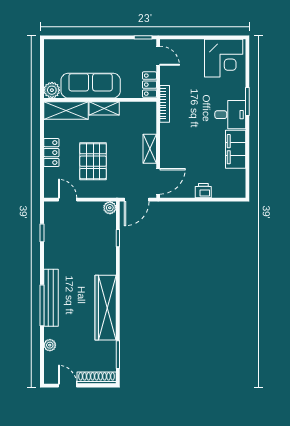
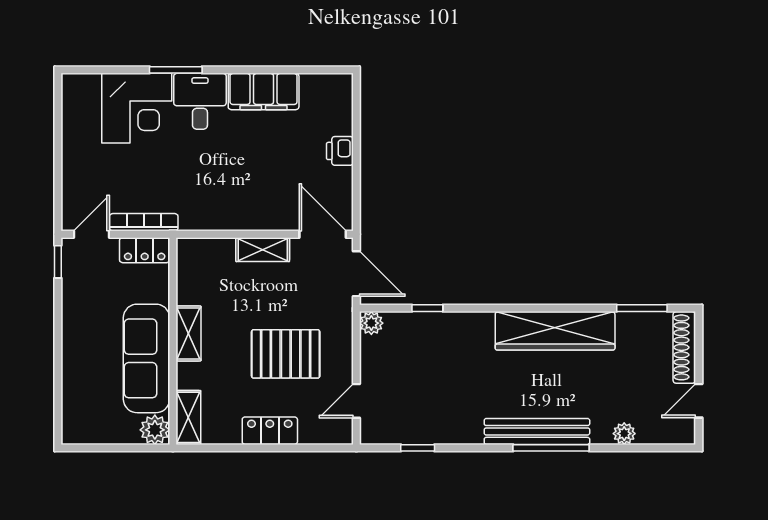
corner desk: (224, 58) -> (137, 108), moved, turned 90
bookcase: (165, 104) -> (144, 222), moved
shelving: (66, 111) -> (188, 417), width x0.67, depth x0.75

